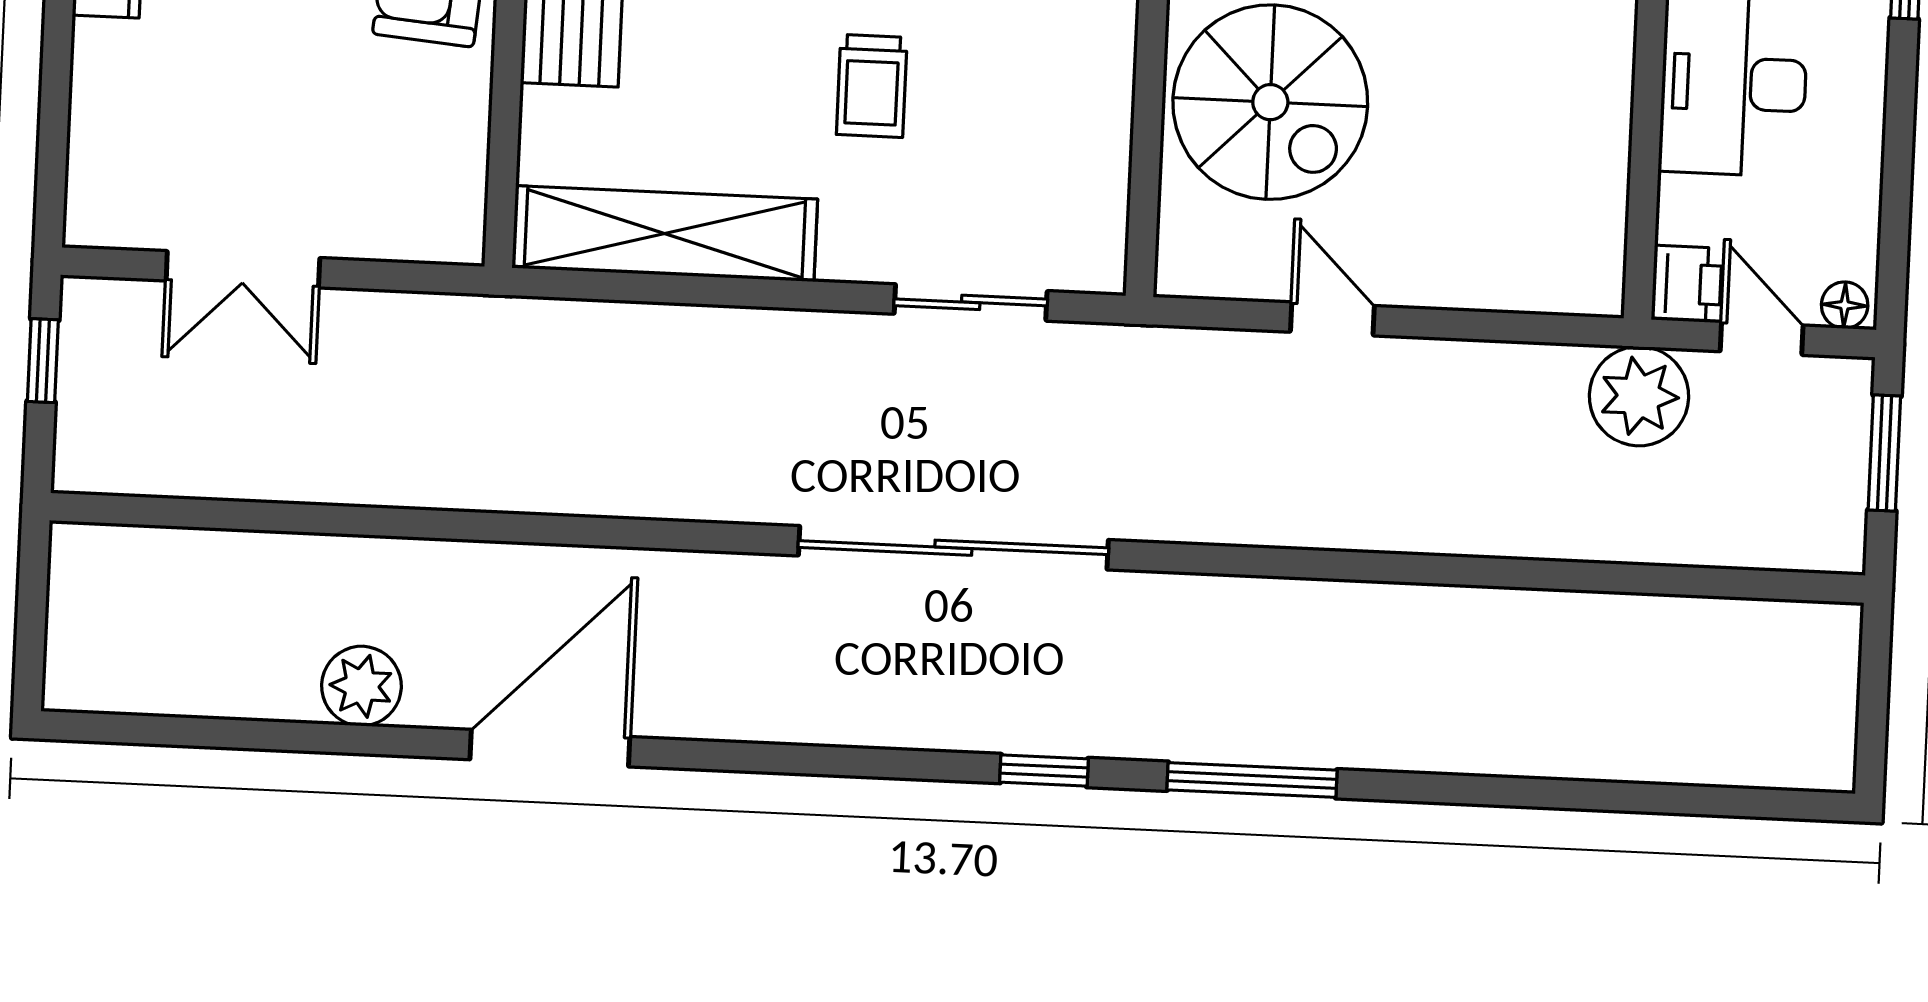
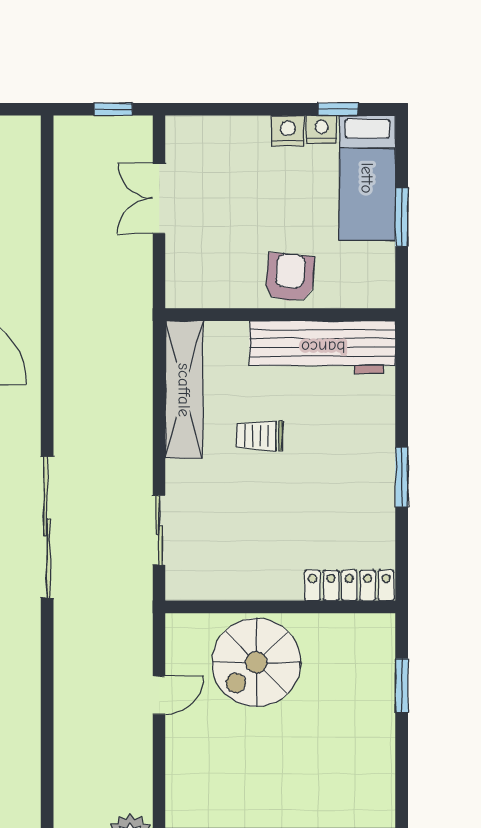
trolley: (872, 86) -> (260, 436), moved

